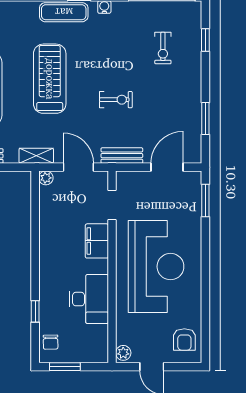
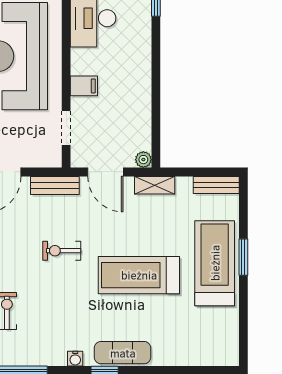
treadmill: (50, 79) -> (139, 275), turned 90
filing cabinet: (97, 241) -> (84, 86), width x0.50

